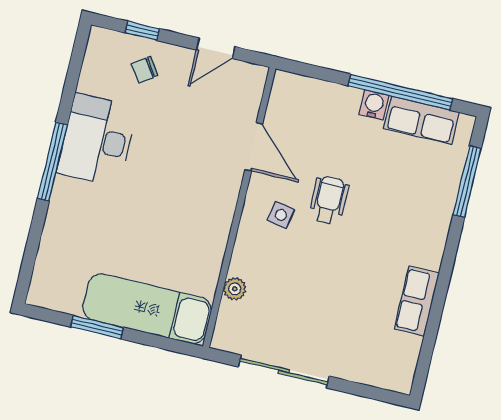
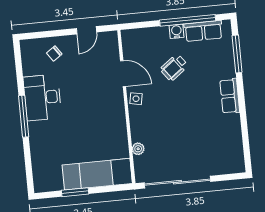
window: (142, 31) -> (46, 34), removed
wheelchair: (329, 200) -> (174, 68), moved, turned -127
side table: (281, 215) -> (136, 99), moved
row of seats: (417, 301) -> (230, 96), moved
sliding door: (284, 372) -> (177, 182), width x1.36

